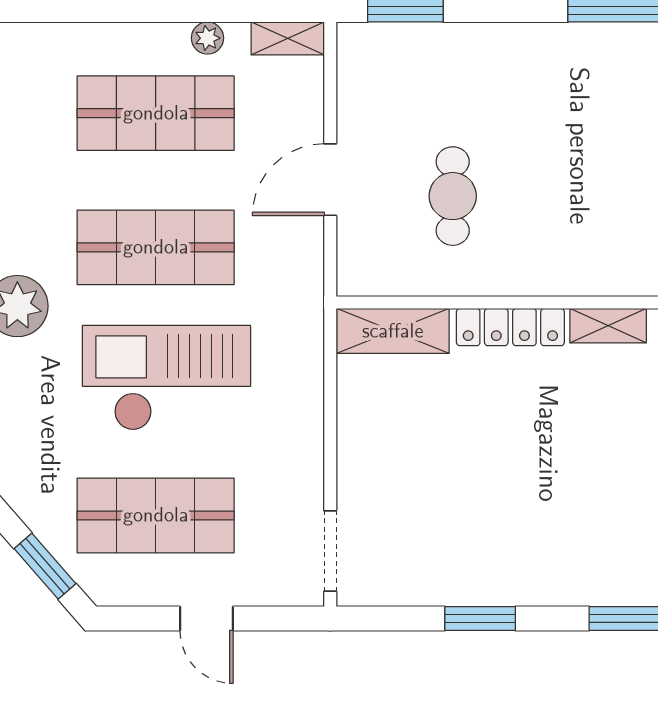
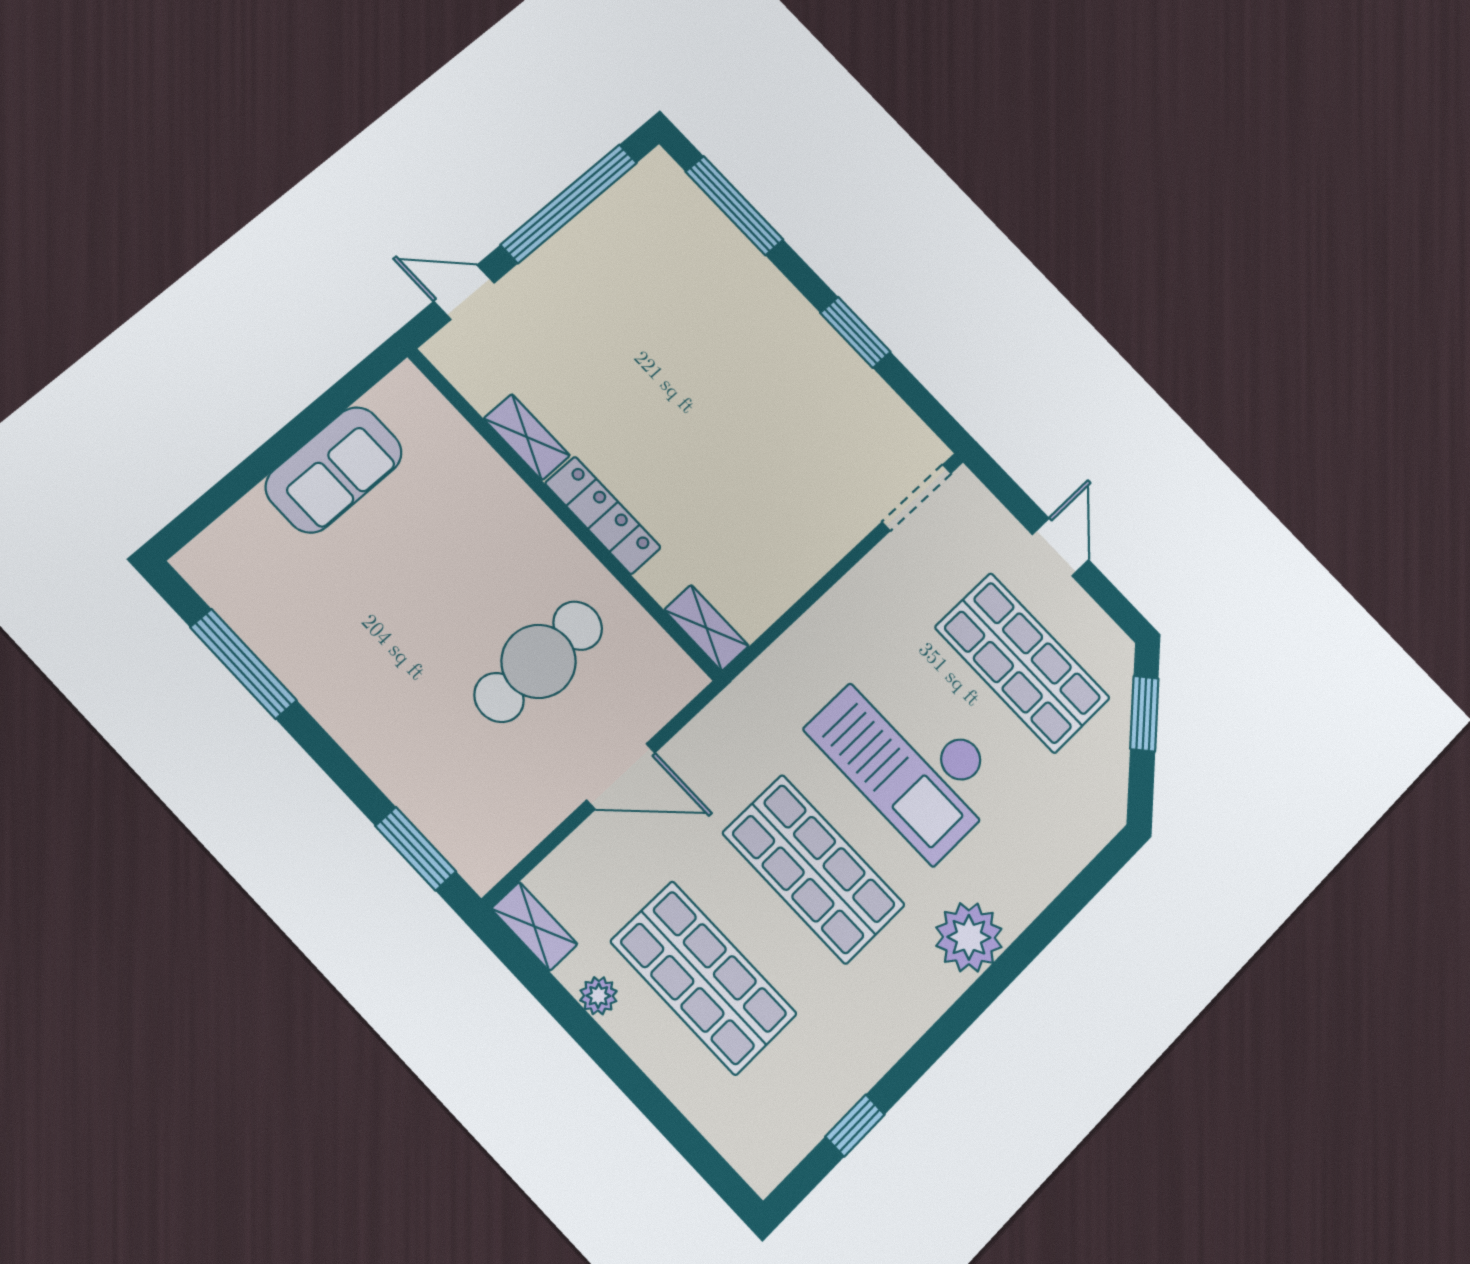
cafe table: (453, 196) -> (539, 661), width x1.37, depth x1.35
shelving: (393, 331) -> (706, 628), width x0.67, depth x0.75

